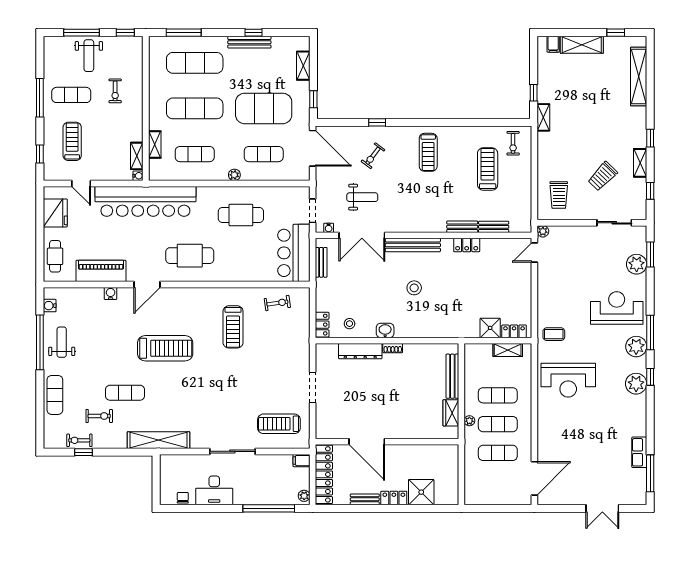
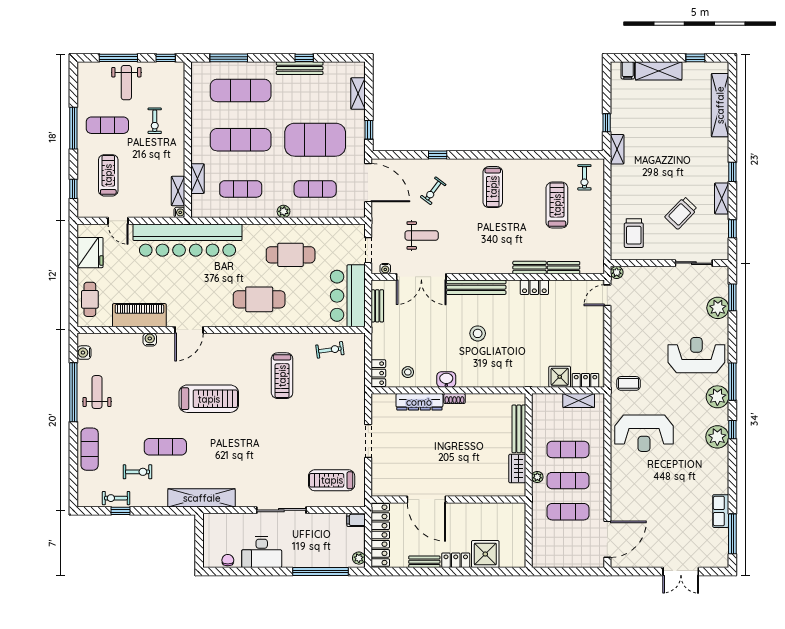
cafe table: (190, 256) -> (259, 299), moved

